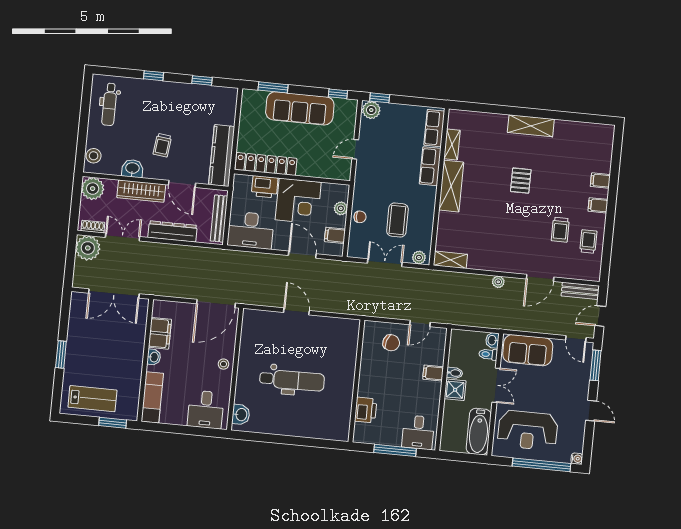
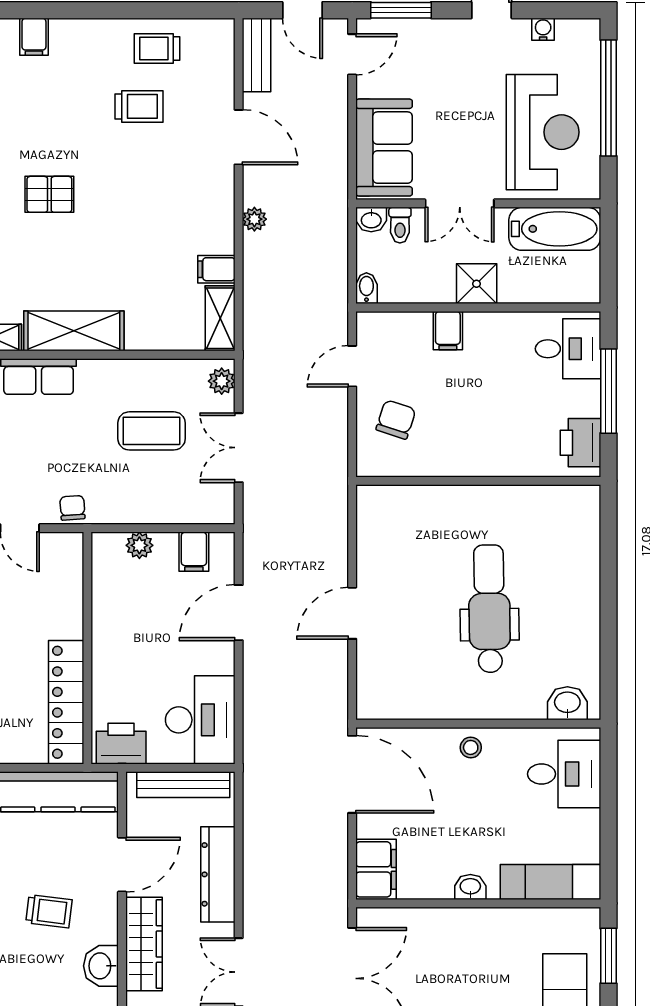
printer: (265, 187) -> (121, 744), moved, turned -90
corner desk: (298, 201) -> (133, 631), removed
filing cabinet: (598, 205) -> (216, 269), moved, turned 90
chair: (360, 217) -> (72, 508), moved
door: (420, 323) -> (352, 366), swing flipped
filing cabinet: (160, 333) -> (376, 869), moved, turned 90
bidet: (454, 373) -> (366, 288), moved
double door: (496, 385) -> (460, 203), swing flipped
printer: (366, 410) -> (580, 443), moved, turned -90
water cooler: (577, 459) -> (543, 29), moved

